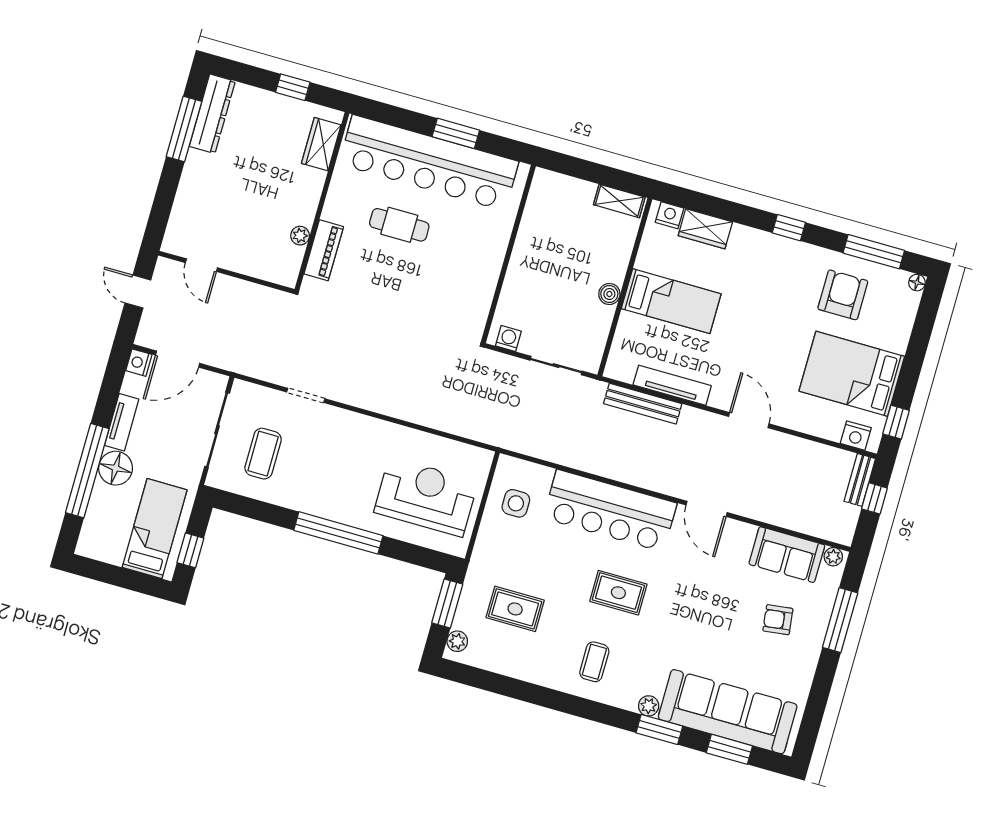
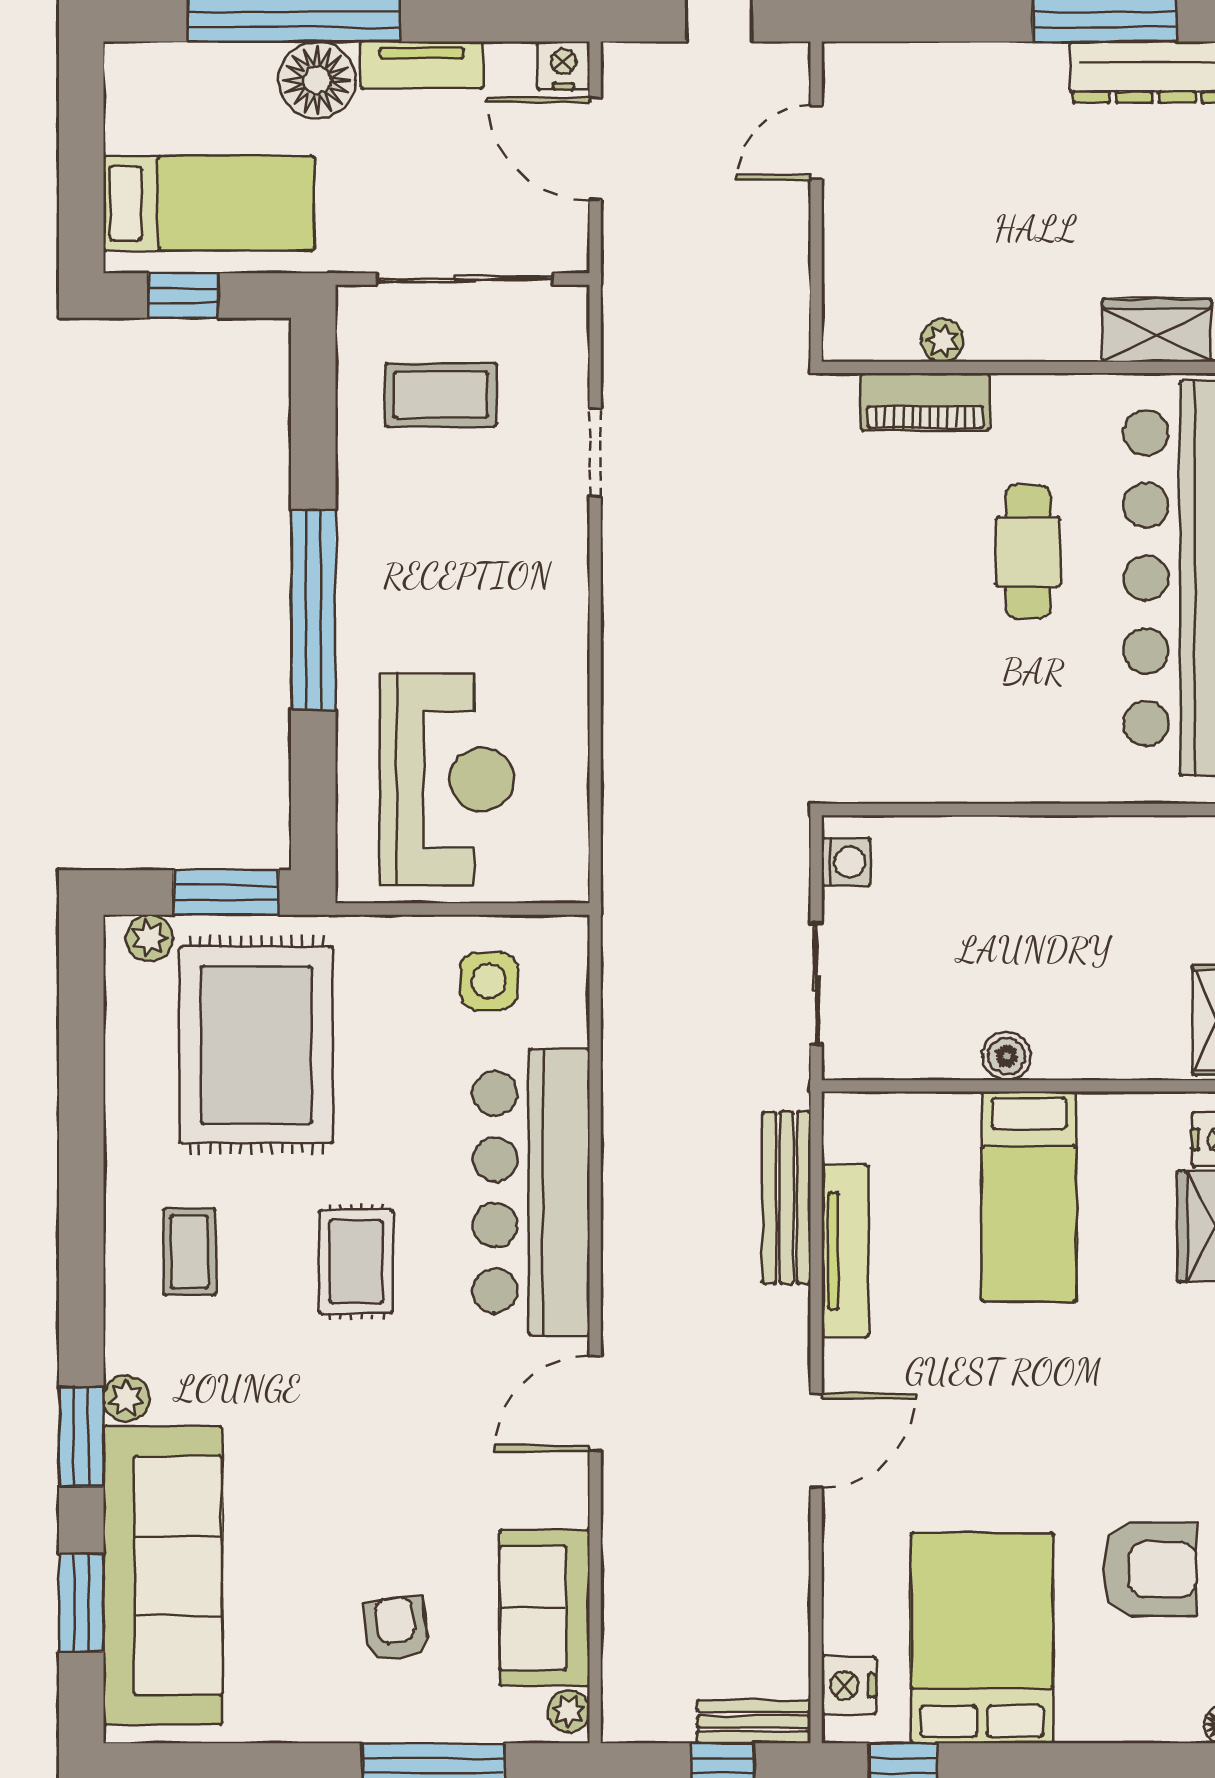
rug: (515, 609) -> (256, 1045), width x1.86, depth x2.06
coffee table: (594, 662) -> (189, 1252), turned 90

